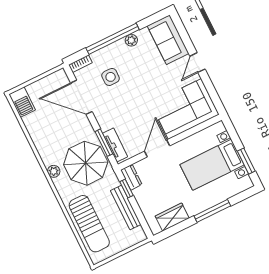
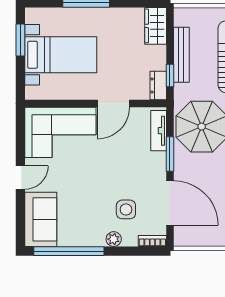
window: (113, 39) -> (69, 251), moved
plant: (131, 40) -> (114, 239), moved
window: (104, 143) -> (170, 154), moved
wardrobe: (172, 217) -> (156, 26), moved, turned 90

